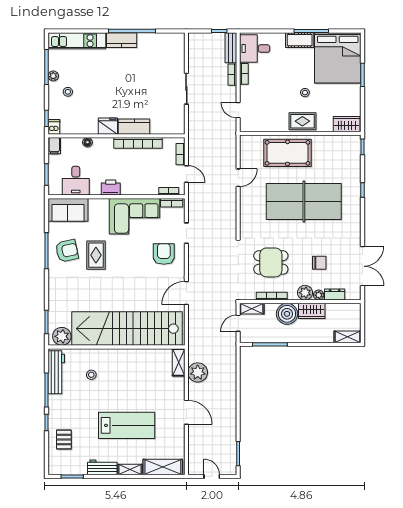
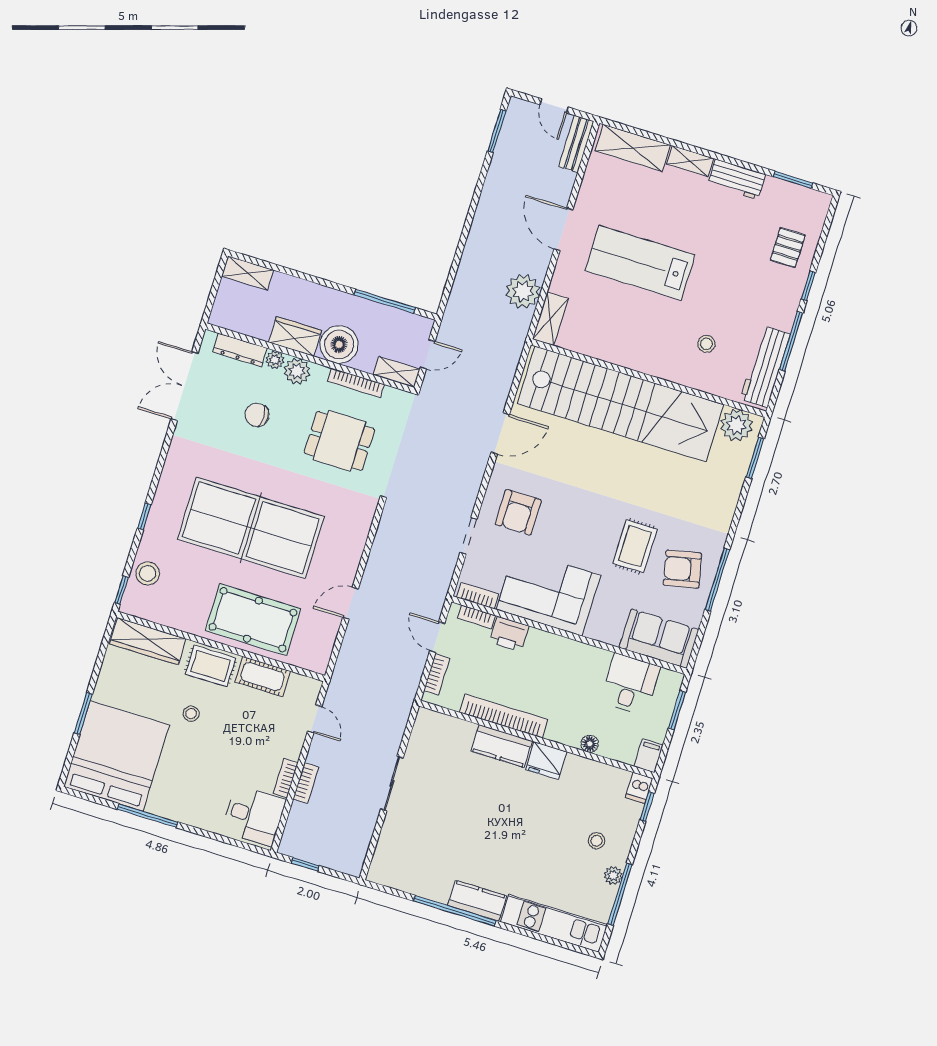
cot: (300, 40) -> (263, 676), moved
bench: (231, 48) -> (576, 144), moved
wardrobe: (347, 124) -> (148, 641), width x1.50
stool: (351, 160) -> (148, 573), added
printer: (111, 188) -> (509, 634), moved
dresser: (335, 295) -> (240, 350), width x1.44
lab bench: (127, 425) -> (640, 263), moved

